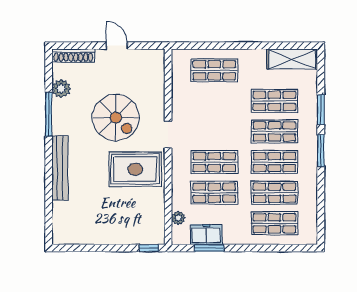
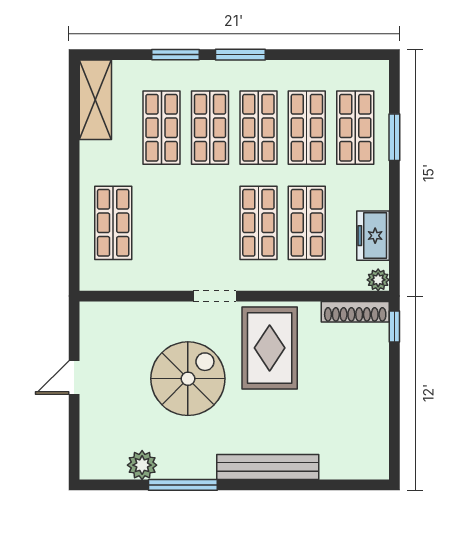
shoe rack: (73, 56) -> (355, 312), moved, turned 90
plant: (178, 218) -> (378, 280), moved
window: (209, 248) -> (394, 137), moved

